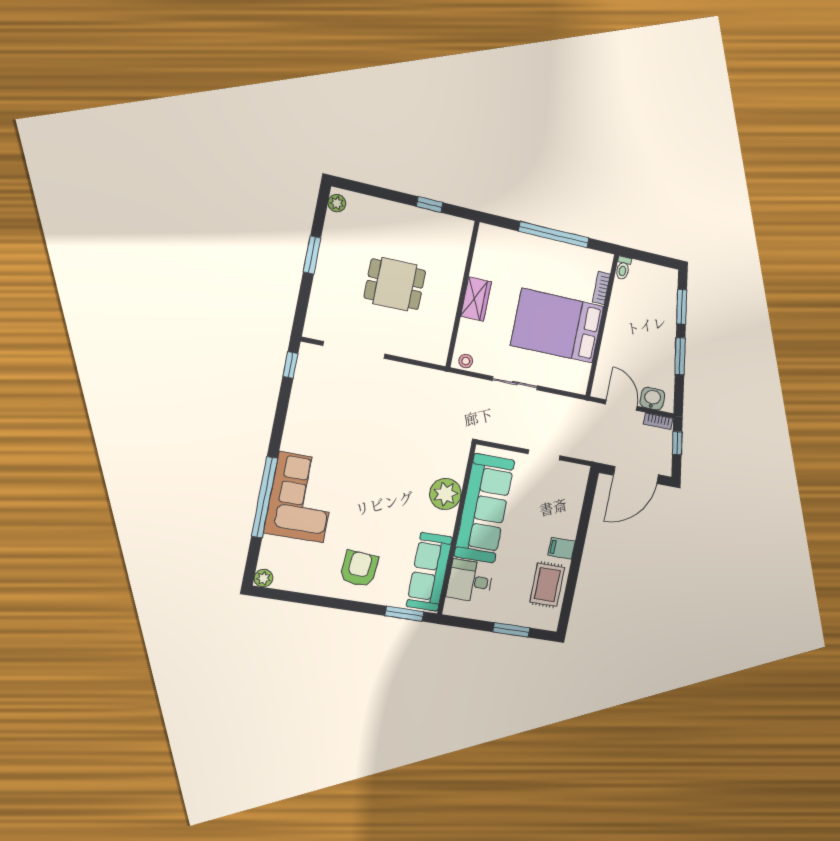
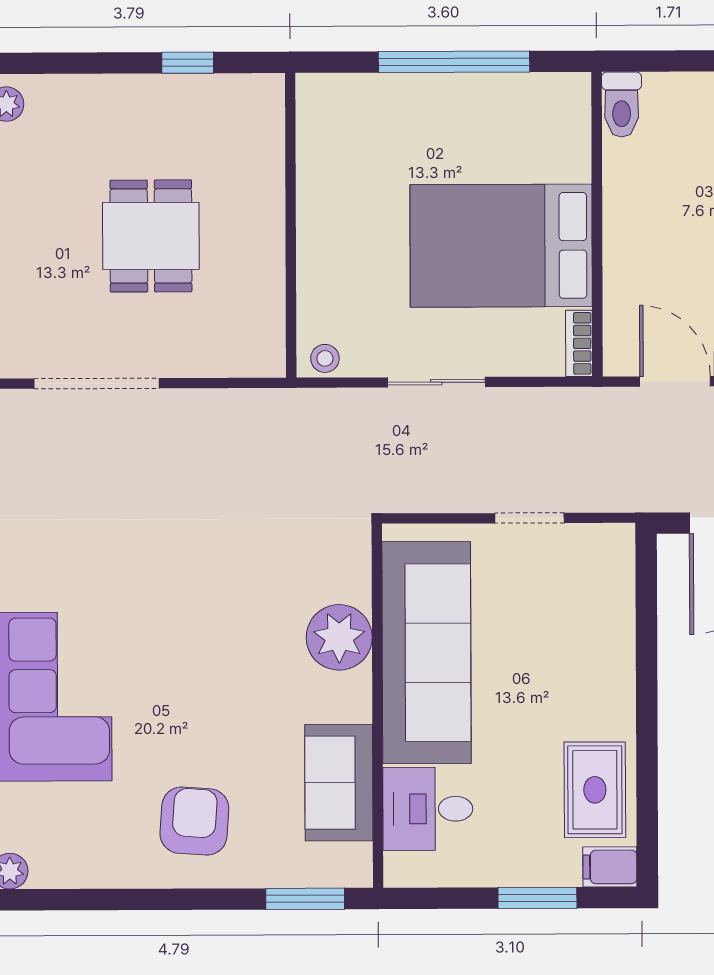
toilet: (623, 268) -> (622, 105), width x1.37, depth x1.39
dining table: (395, 284) -> (151, 236), turned 90
bookcase: (601, 288) -> (579, 343), moved
wardrobe: (476, 299) -> (320, 229), removed
filing cabinet: (561, 548) -> (610, 867), moved
sofa: (429, 572) -> (339, 783), width x0.73

